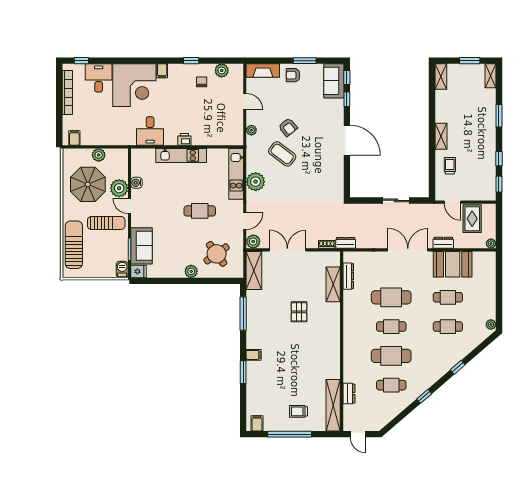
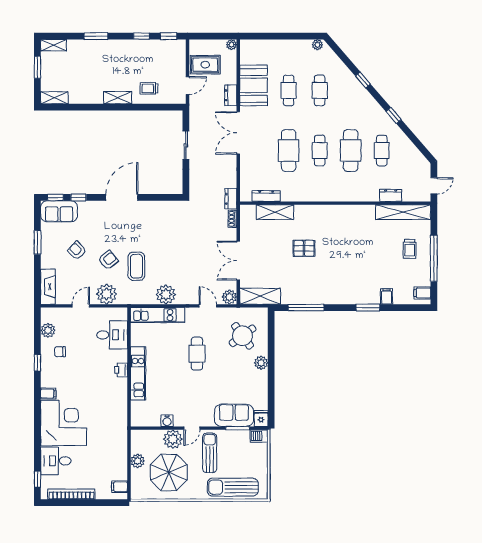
armchair: (293, 75) -> (77, 251), moved, turned 135
plant: (251, 130) -> (106, 294), width x1.88, depth x1.88
desk: (150, 131) -> (112, 335), moved
coffee table: (282, 154) -> (136, 266), turned -37
filing cabinet: (254, 355) -> (387, 296), moved

